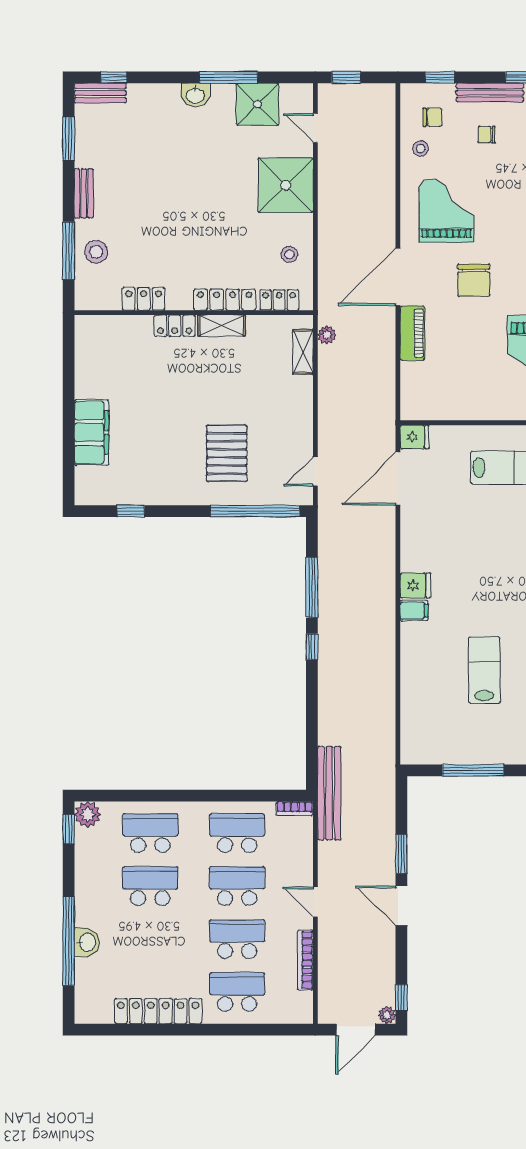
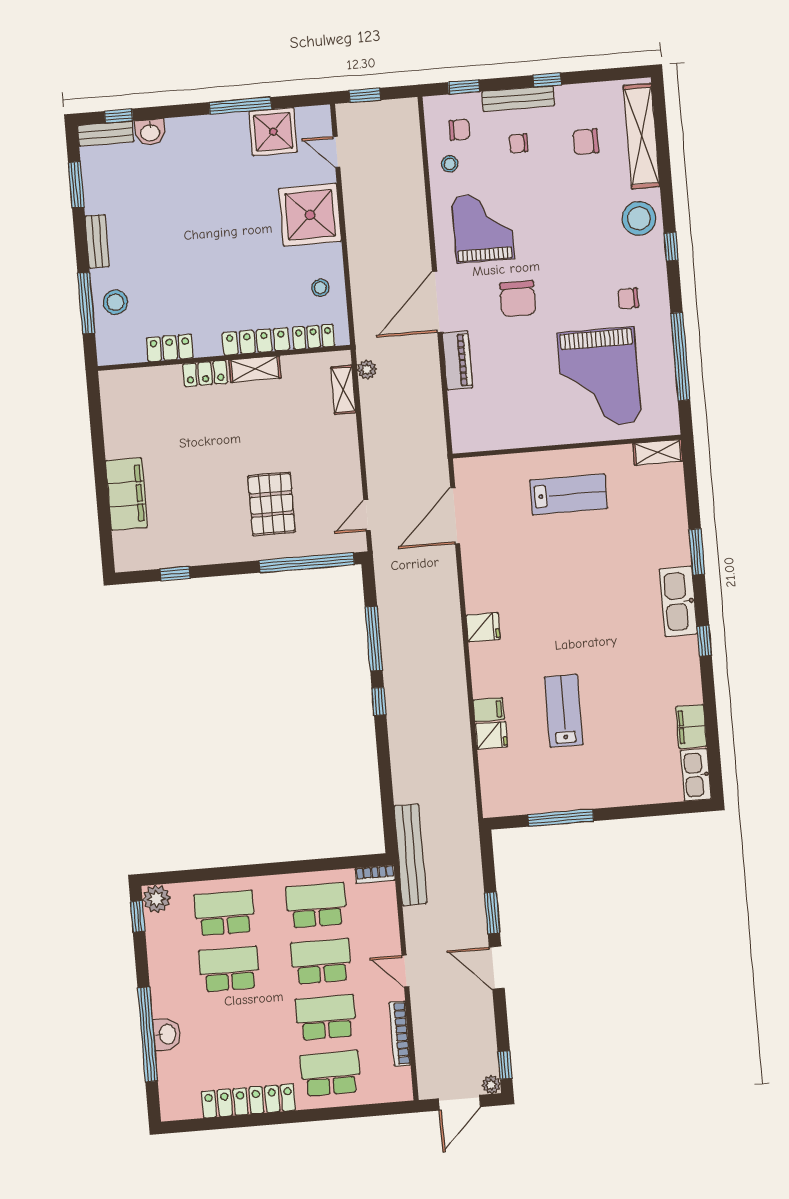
washbasin: (195, 95) -> (150, 132), moved
fridge: (415, 437) -> (491, 735), moved
filing cabinet: (414, 611) -> (489, 710), moved

